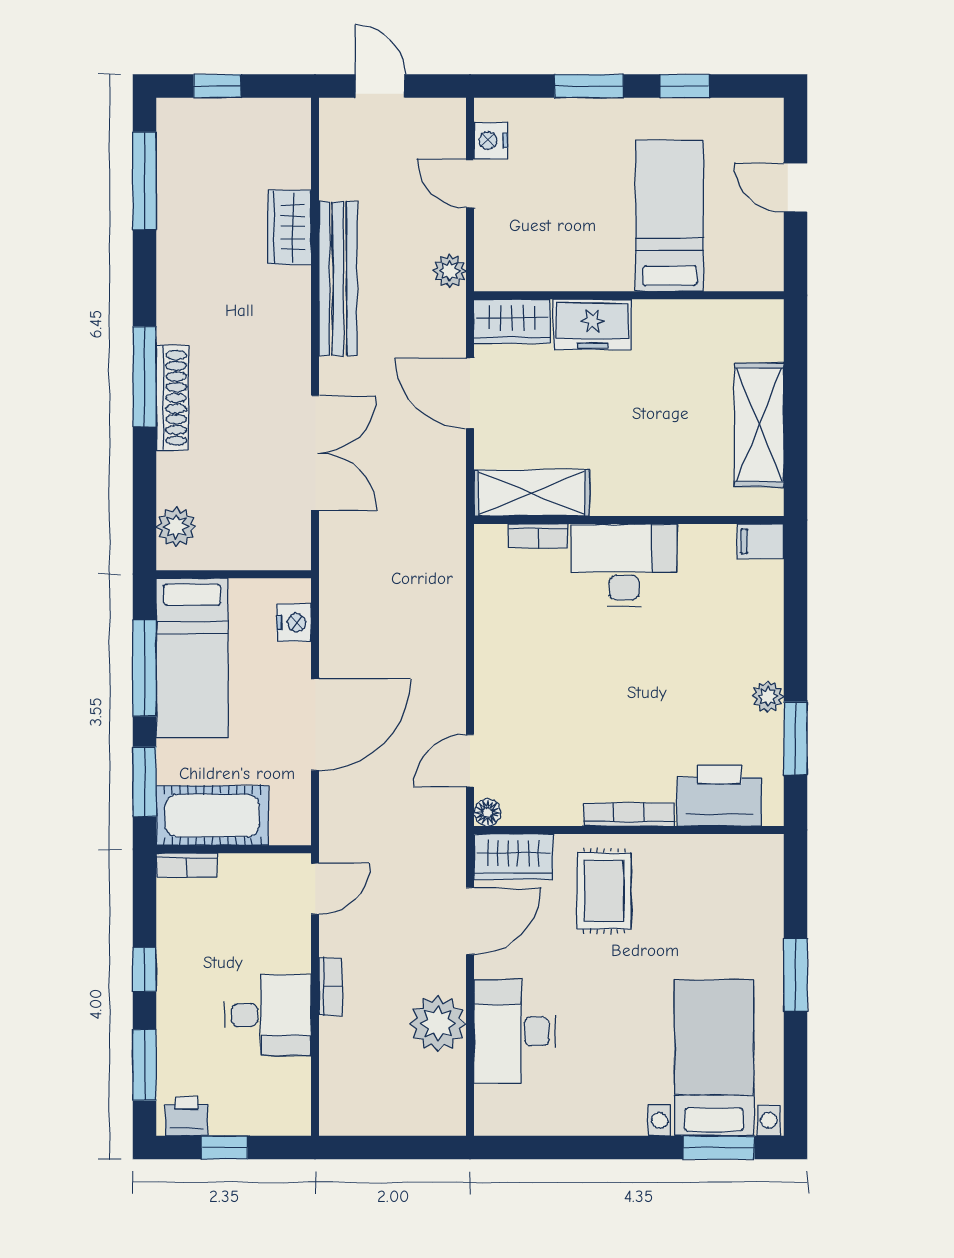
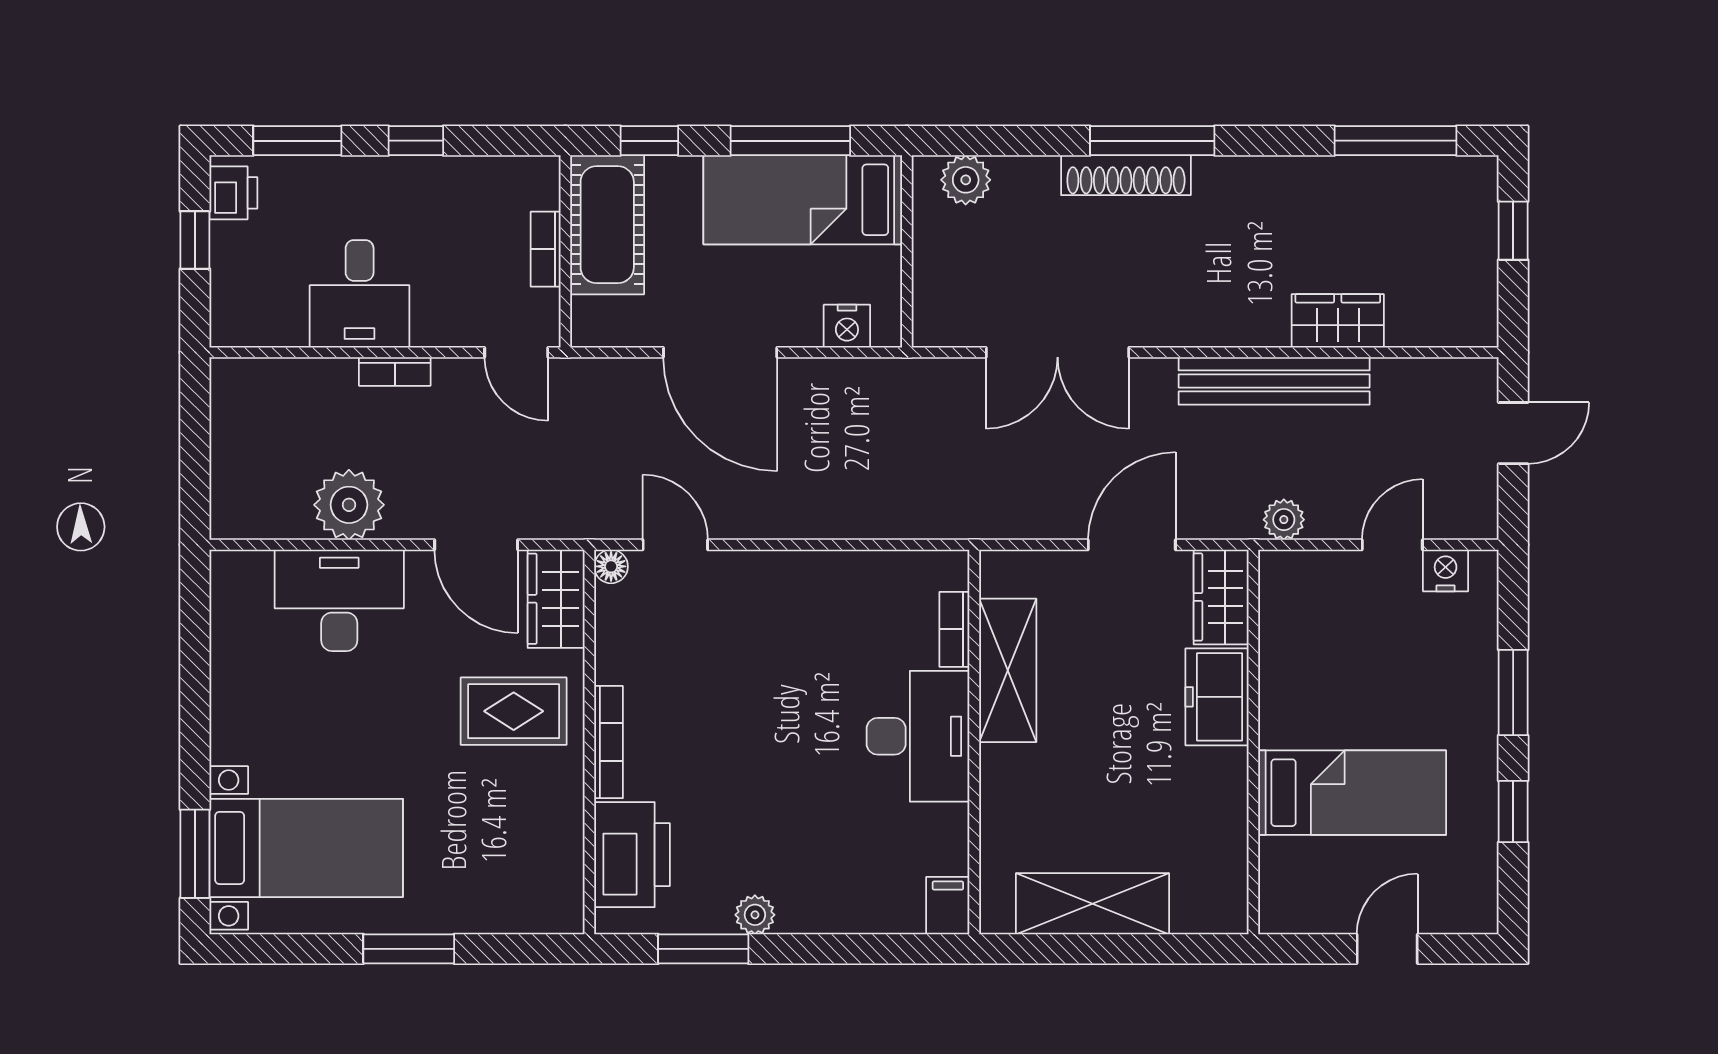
shelving: (532, 493) -> (1008, 670), moved
window: (145, 782) -> (649, 141), width x0.67
bookcase: (186, 865) -> (546, 249), moved

